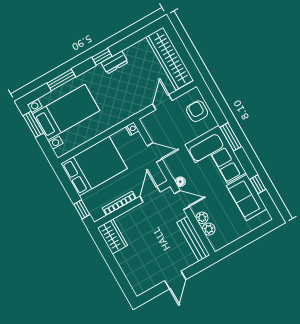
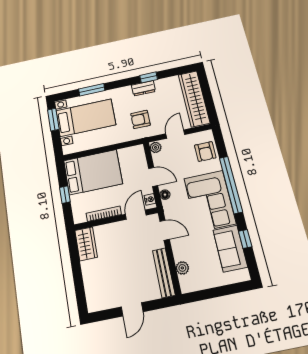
window: (102, 57) -> (149, 77), moved
armchair: (123, 97) -> (140, 119), added
armchair: (197, 111) -> (205, 151), turned 180
nightstand: (132, 129) -> (150, 199), moved
window: (231, 137) -> (231, 185), width x2.11
floor lamp: (180, 182) -> (165, 195), moved
window: (82, 209) -> (65, 195), moved
plant: (202, 218) -> (156, 147), moved

